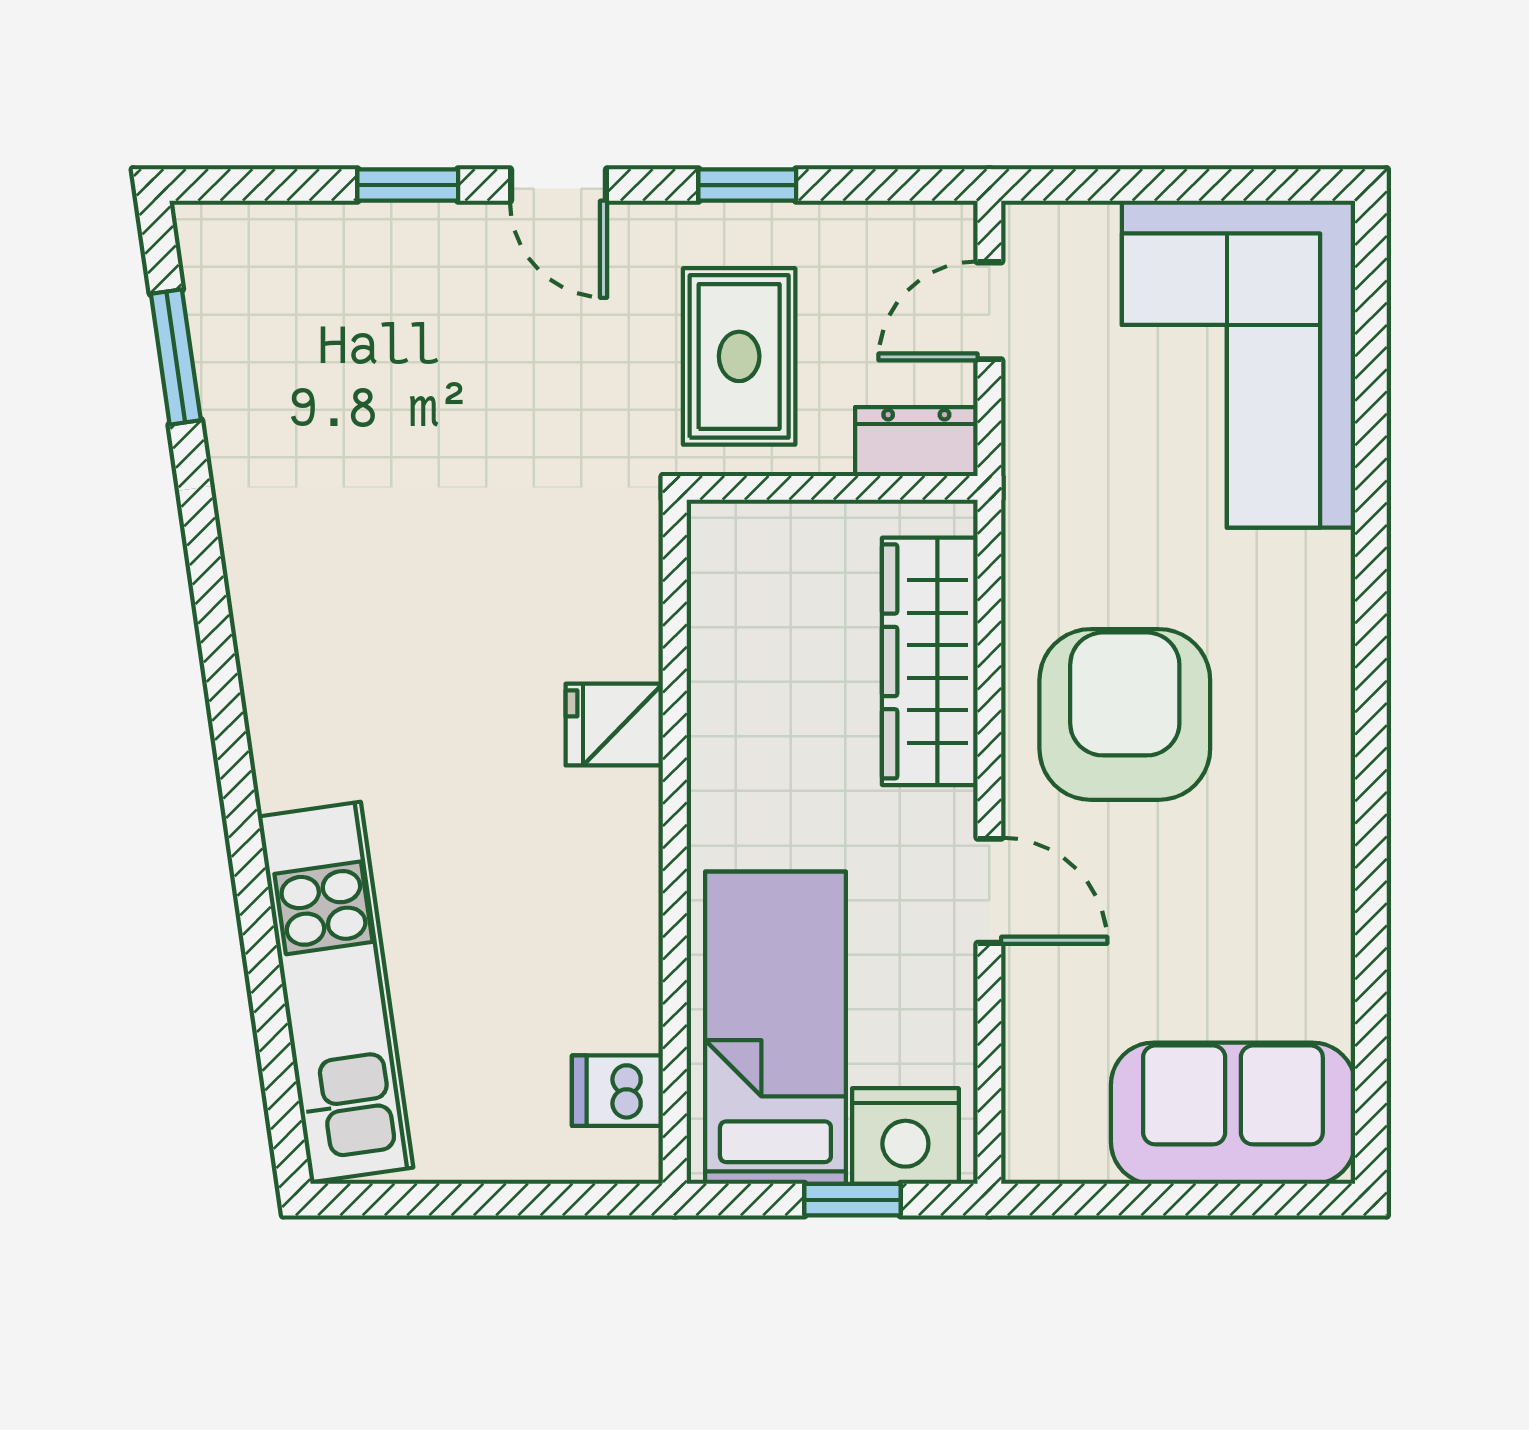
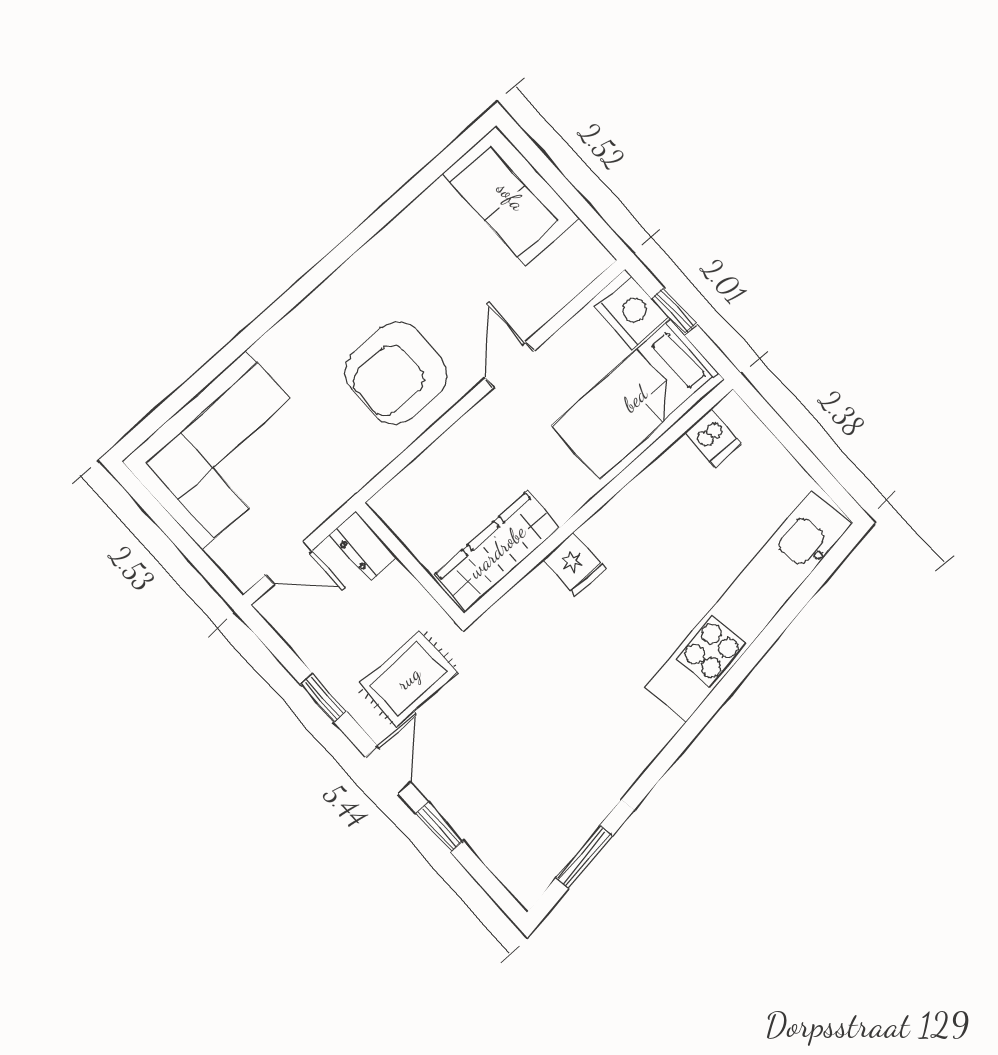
rug: (739, 356) -> (408, 678), moved
wardrobe: (930, 661) -> (497, 551), moved, turned 180
kitchen unit: (336, 992) -> (749, 605), width x1.36

